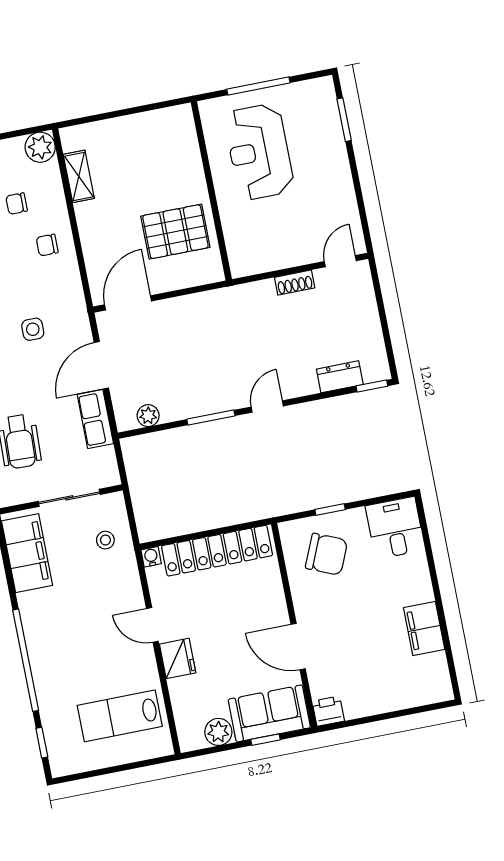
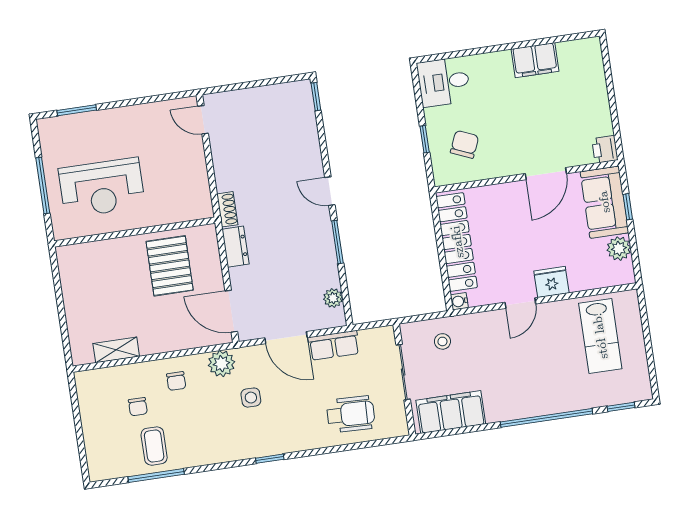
plant: (40, 147) -> (221, 364), moved
shoe rack: (295, 283) -> (227, 209), moved
dresser: (340, 377) -> (235, 247), moved, turned 180
chair: (327, 554) -> (465, 144), width x0.73, depth x0.73

